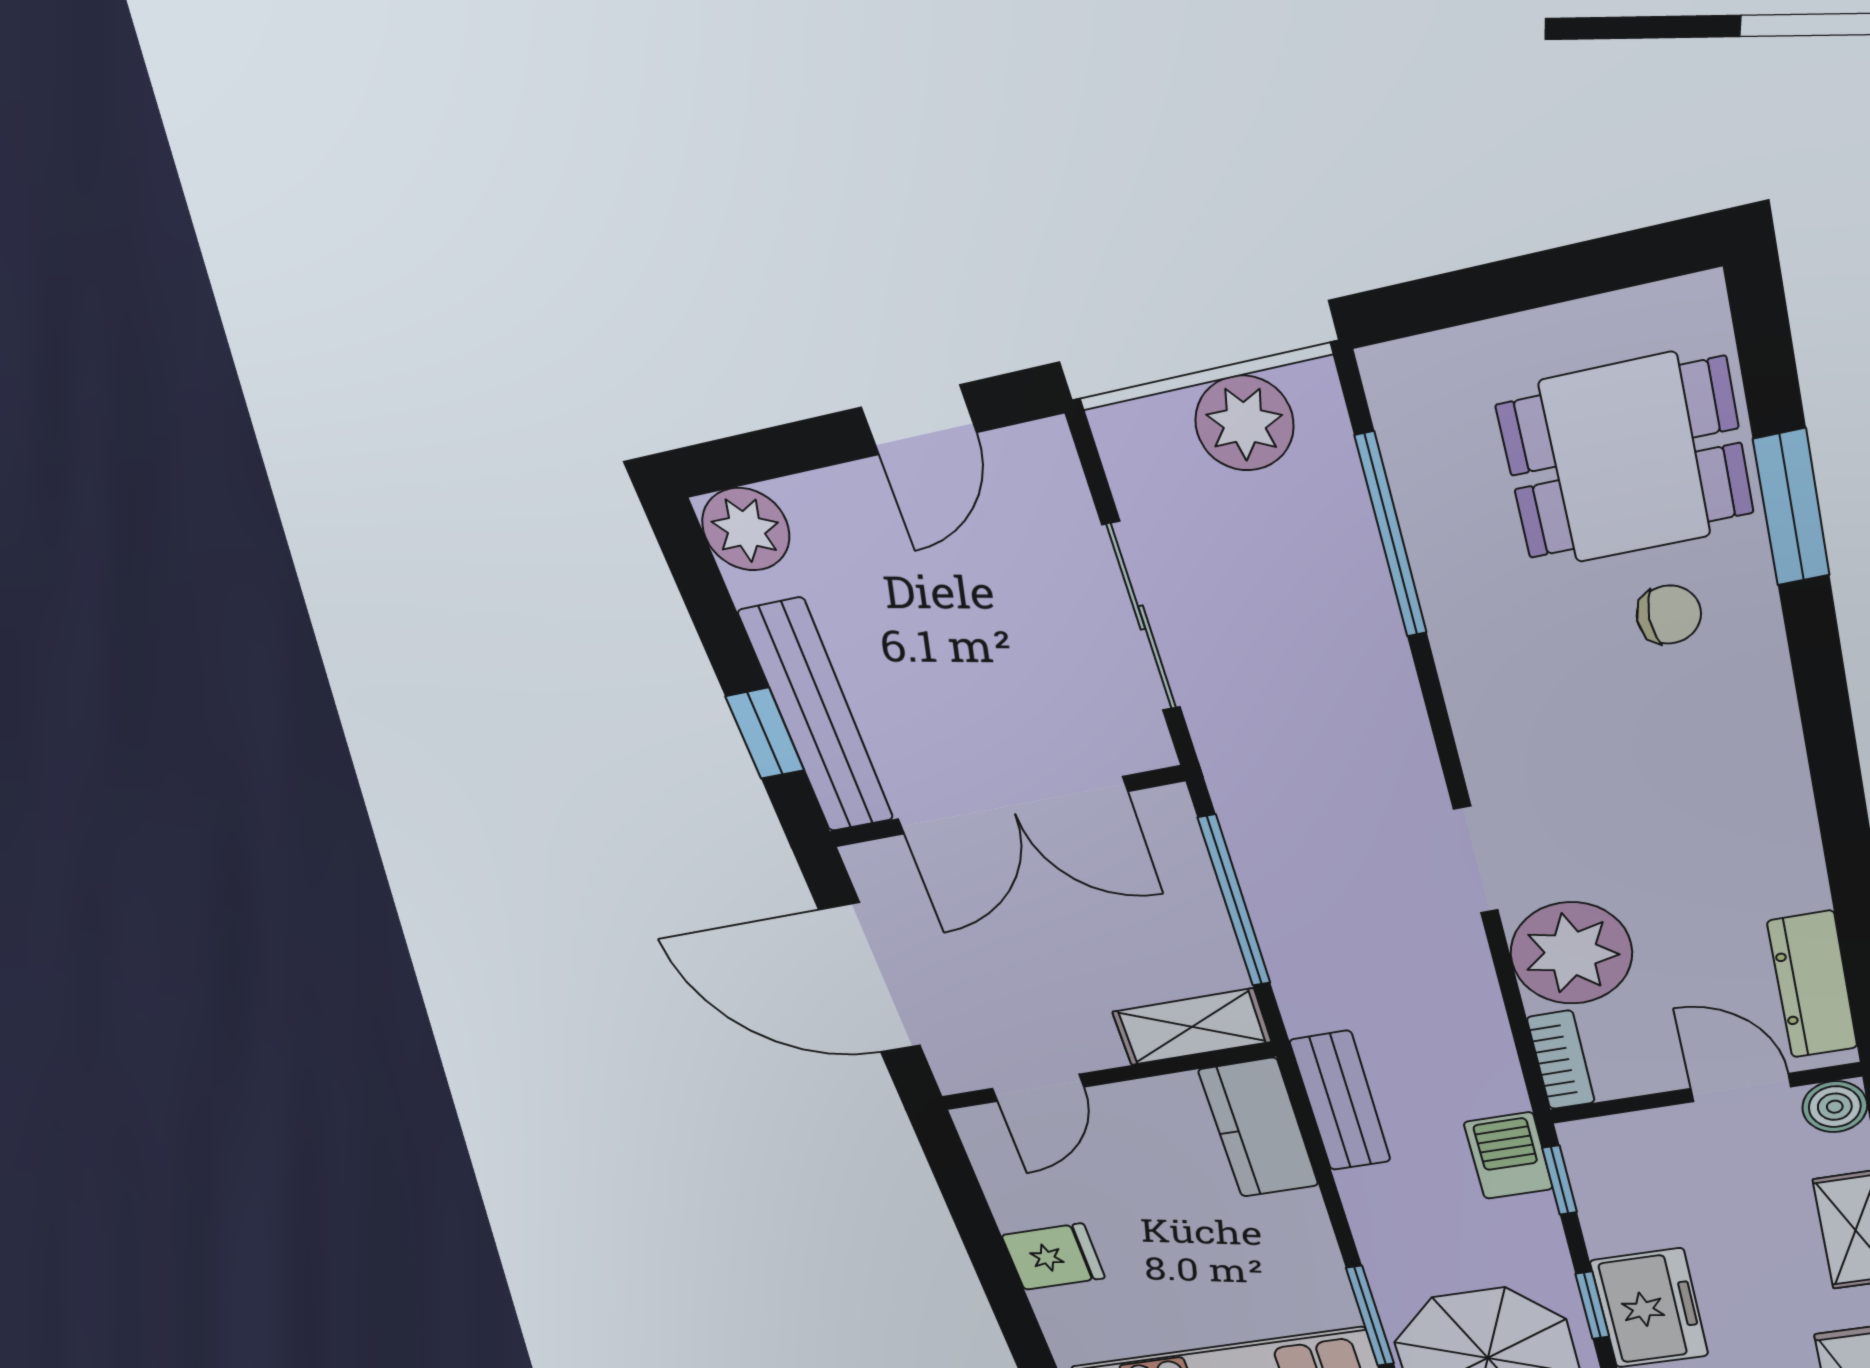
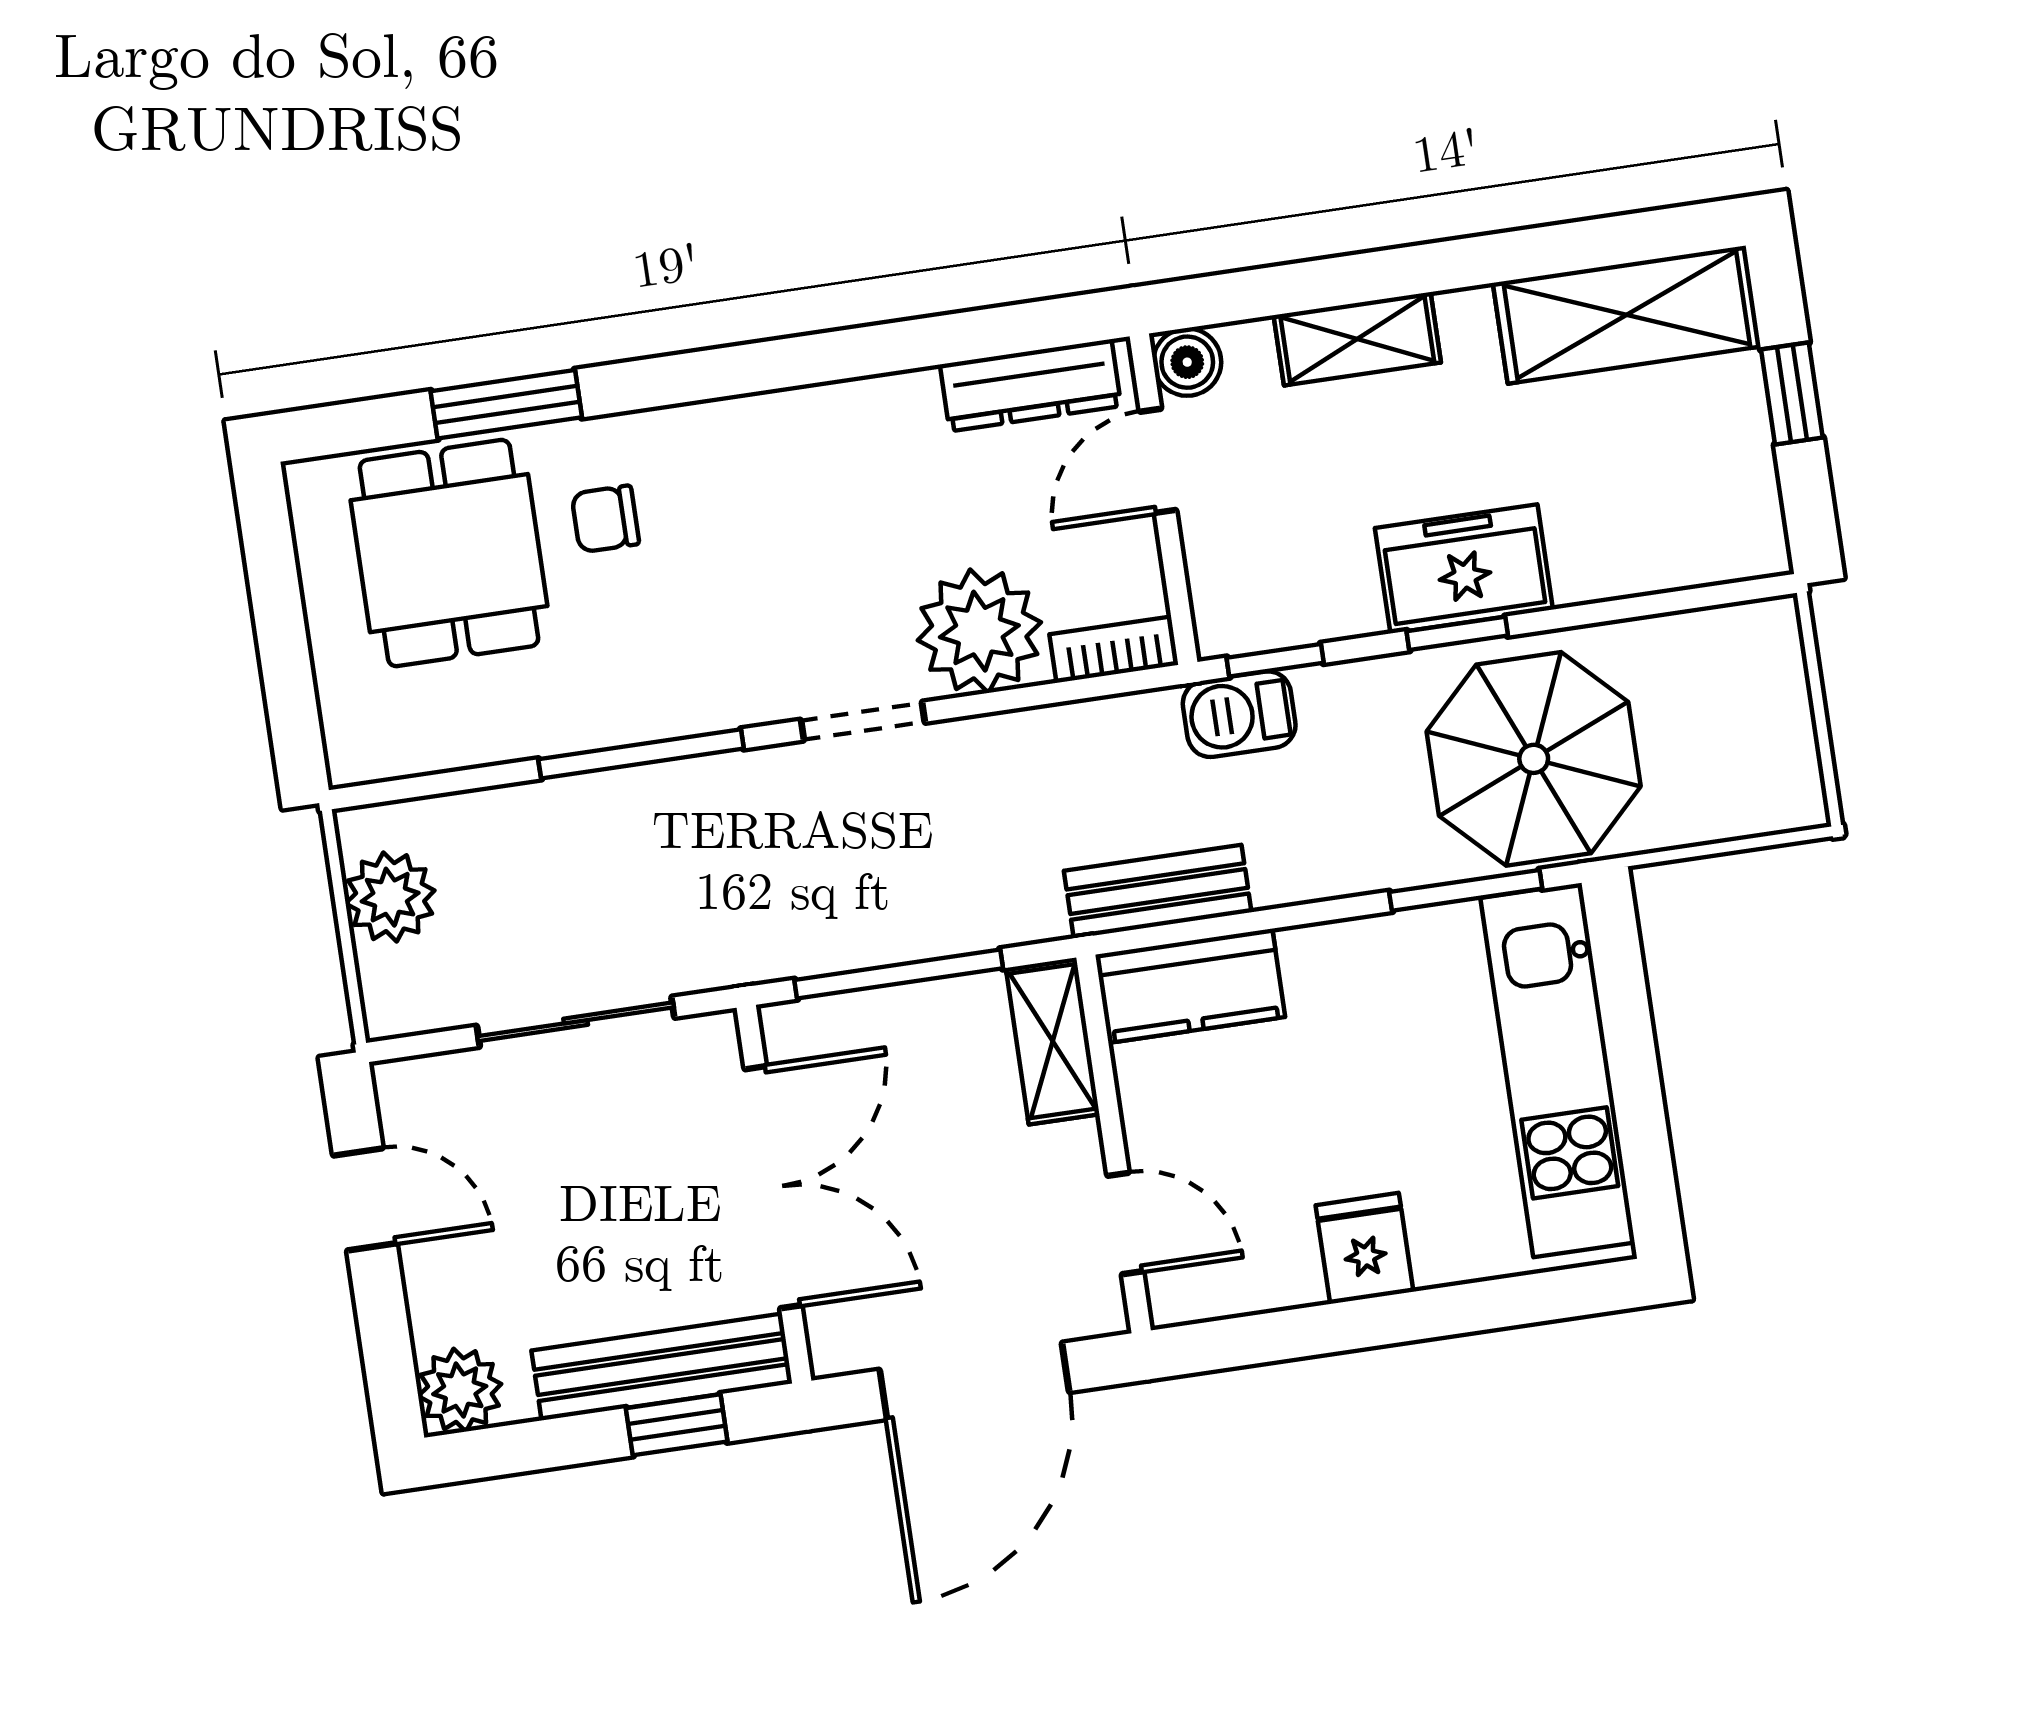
window: (1391, 536) -> (641, 754), moved
chair: (1669, 615) -> (605, 519), turned -90

